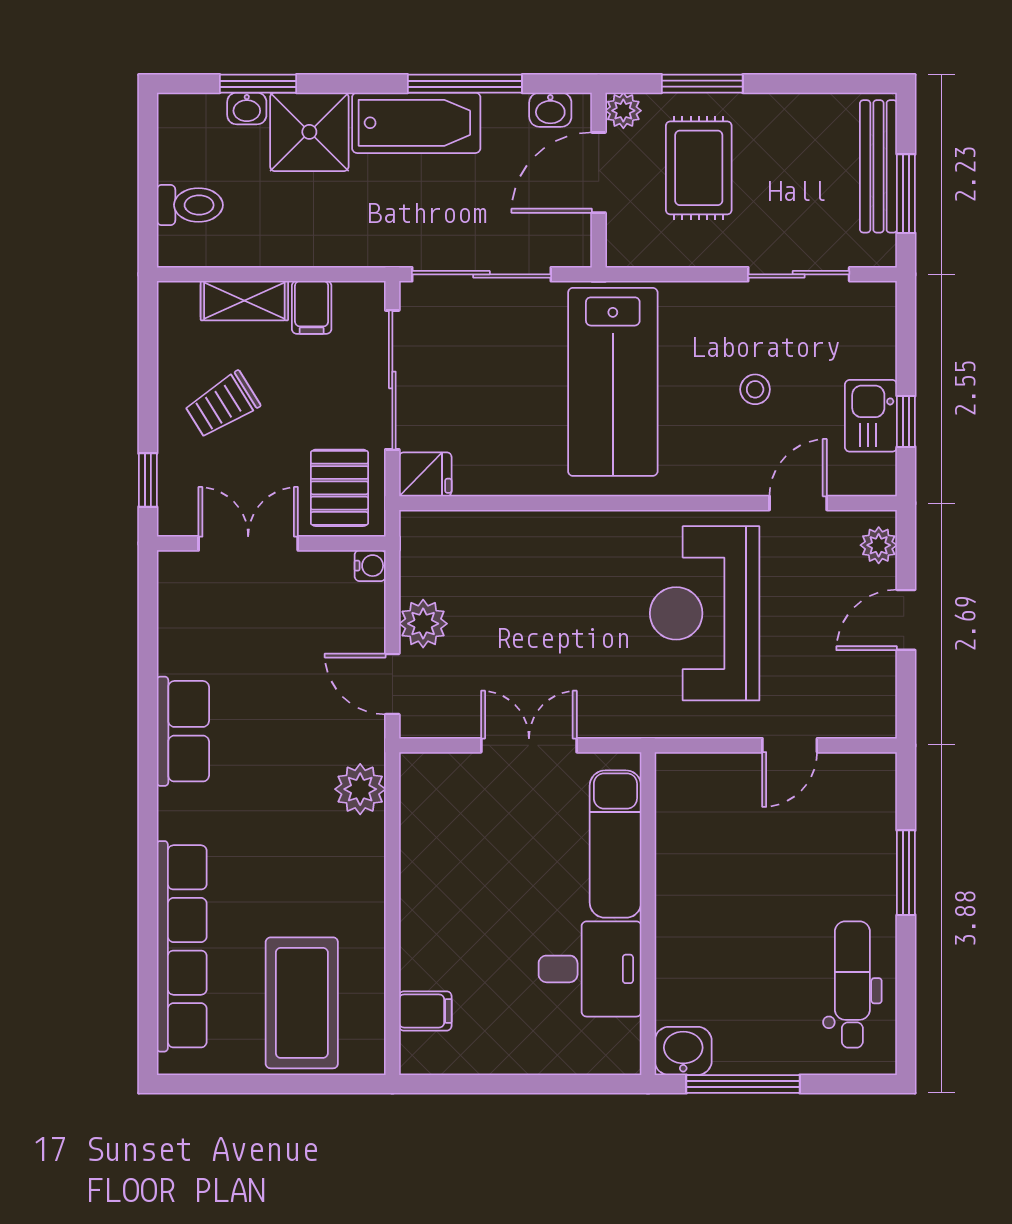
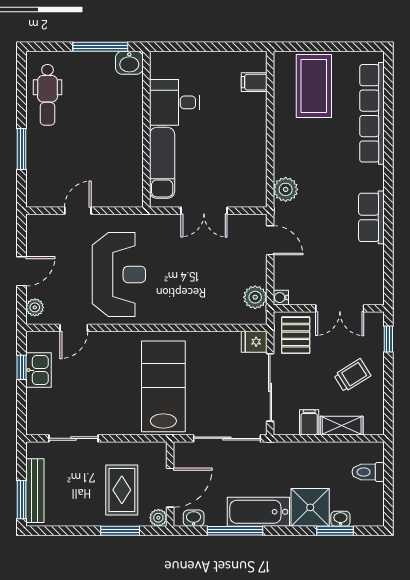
window: (906, 194) -> (22, 500), moved
stool: (755, 389) -> (95, 383), removed
plant: (423, 624) -> (255, 297), moved

